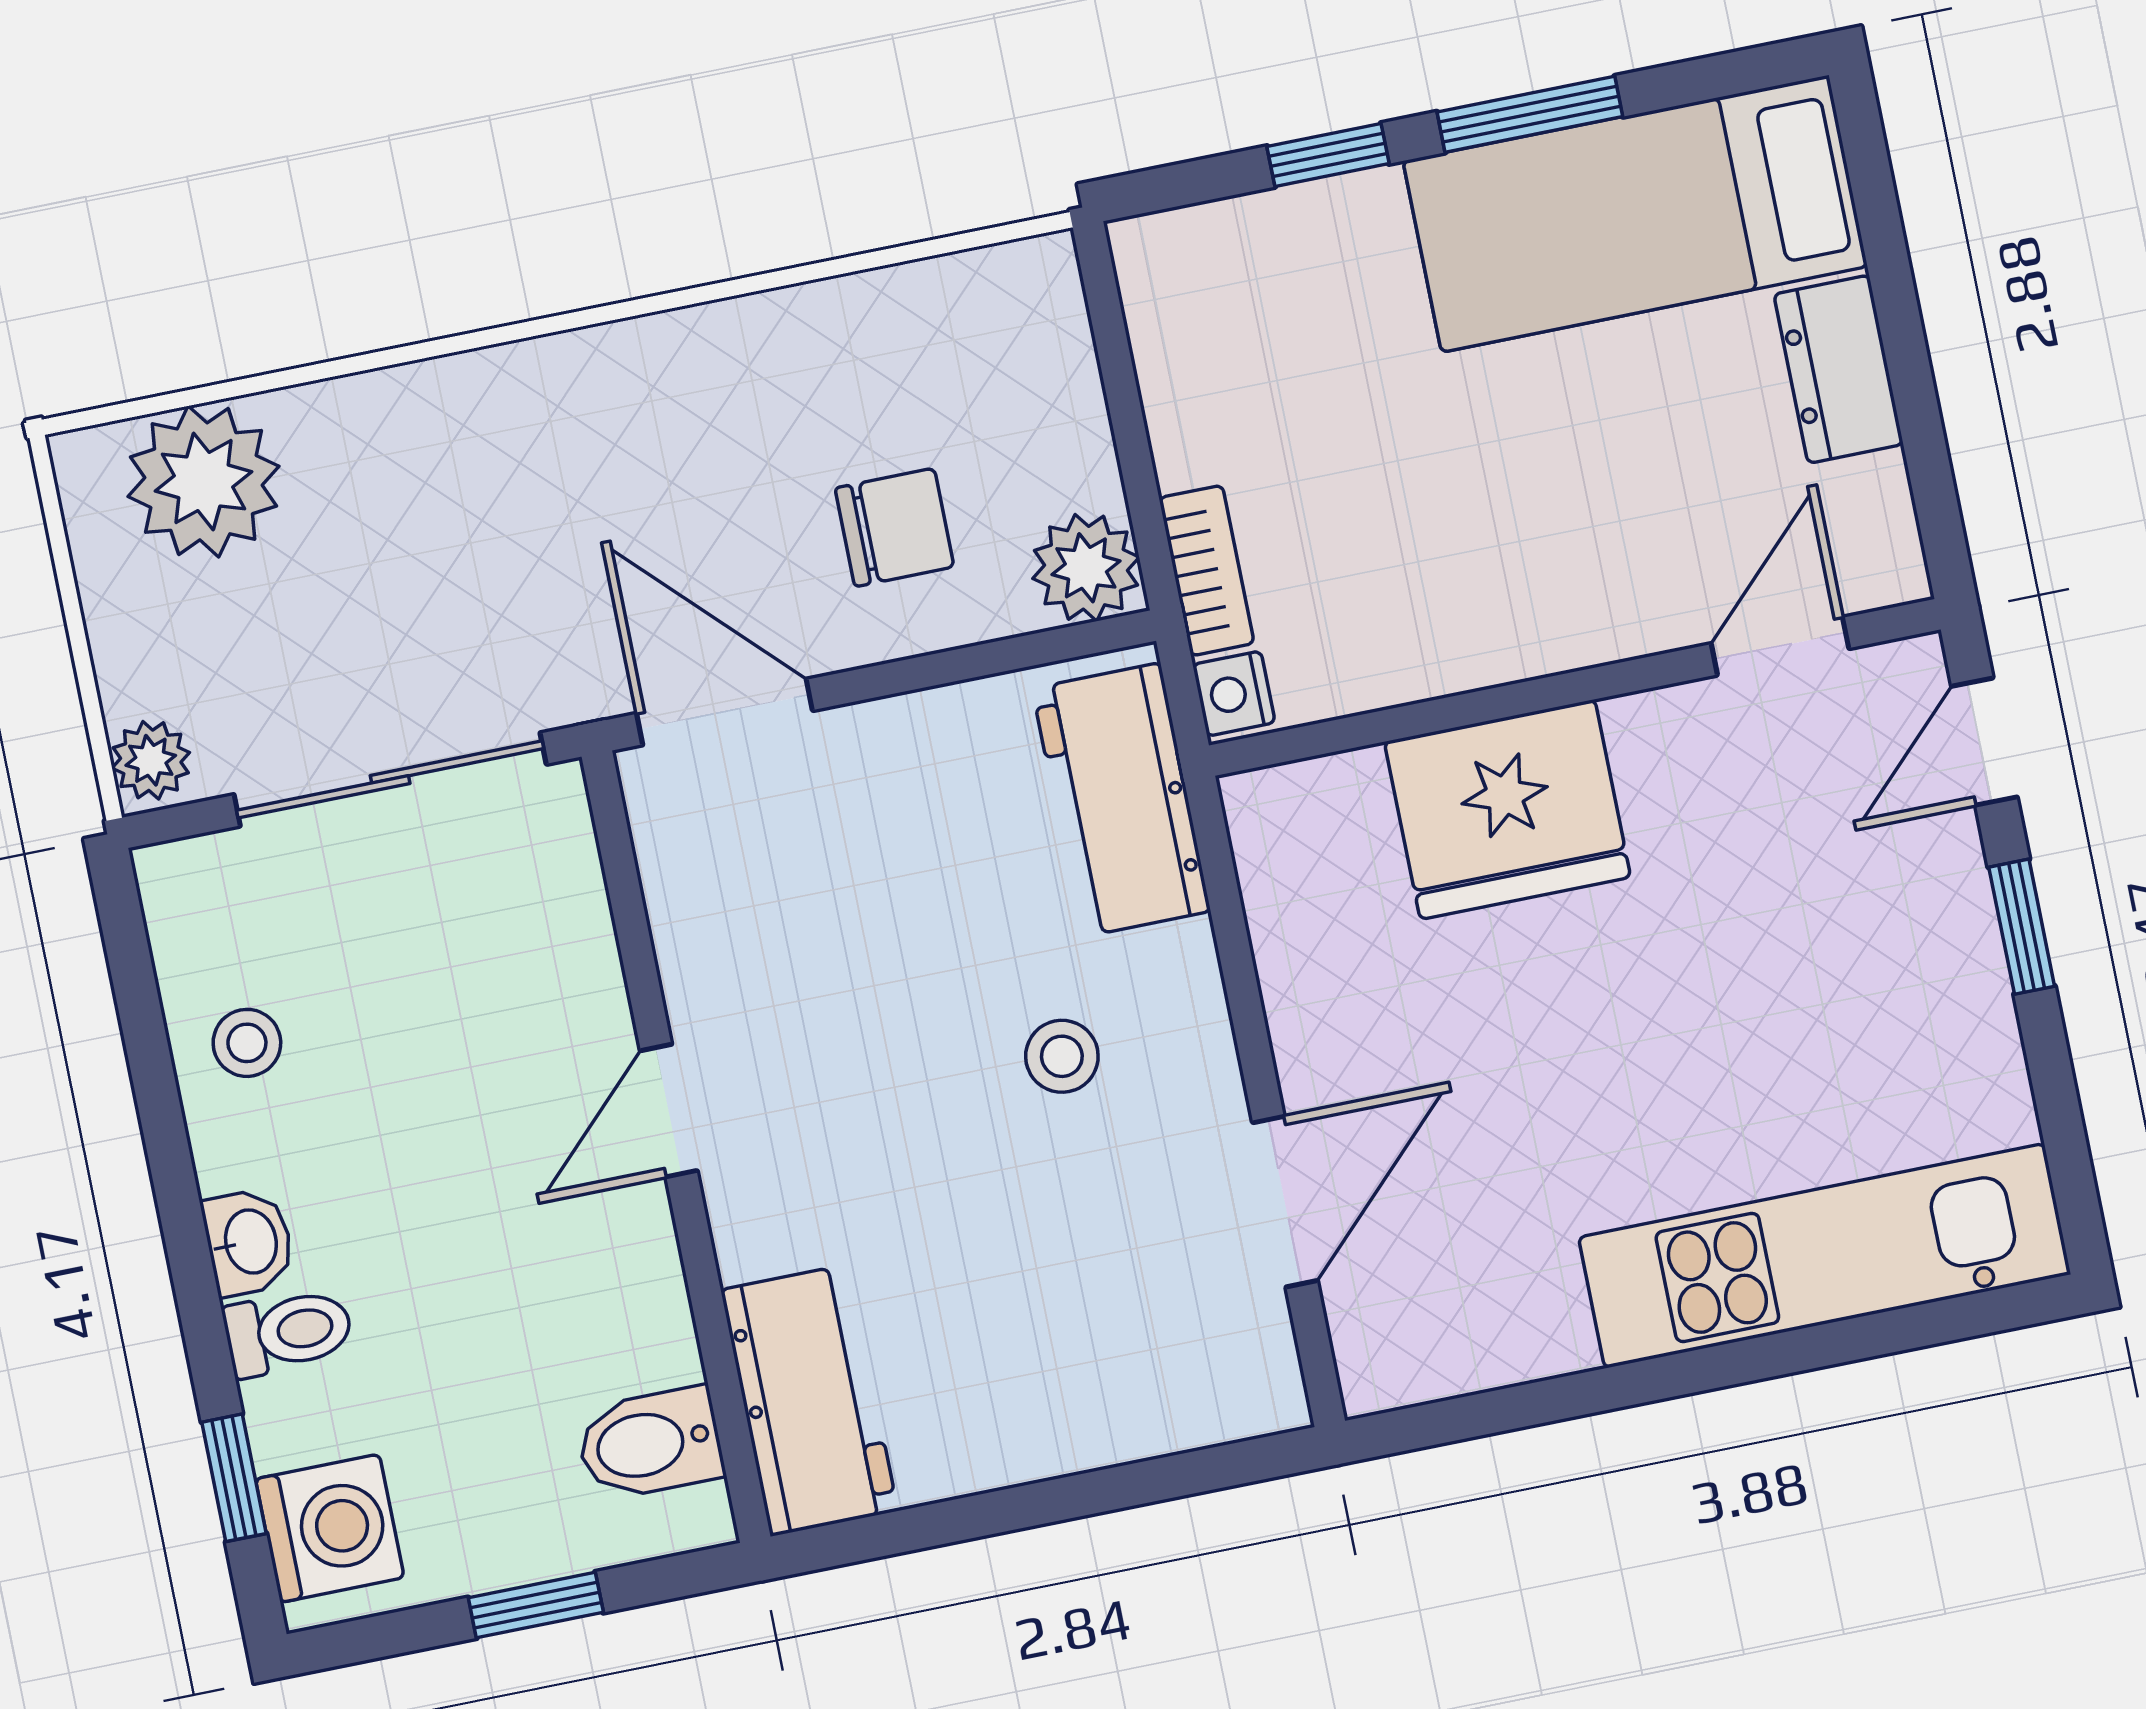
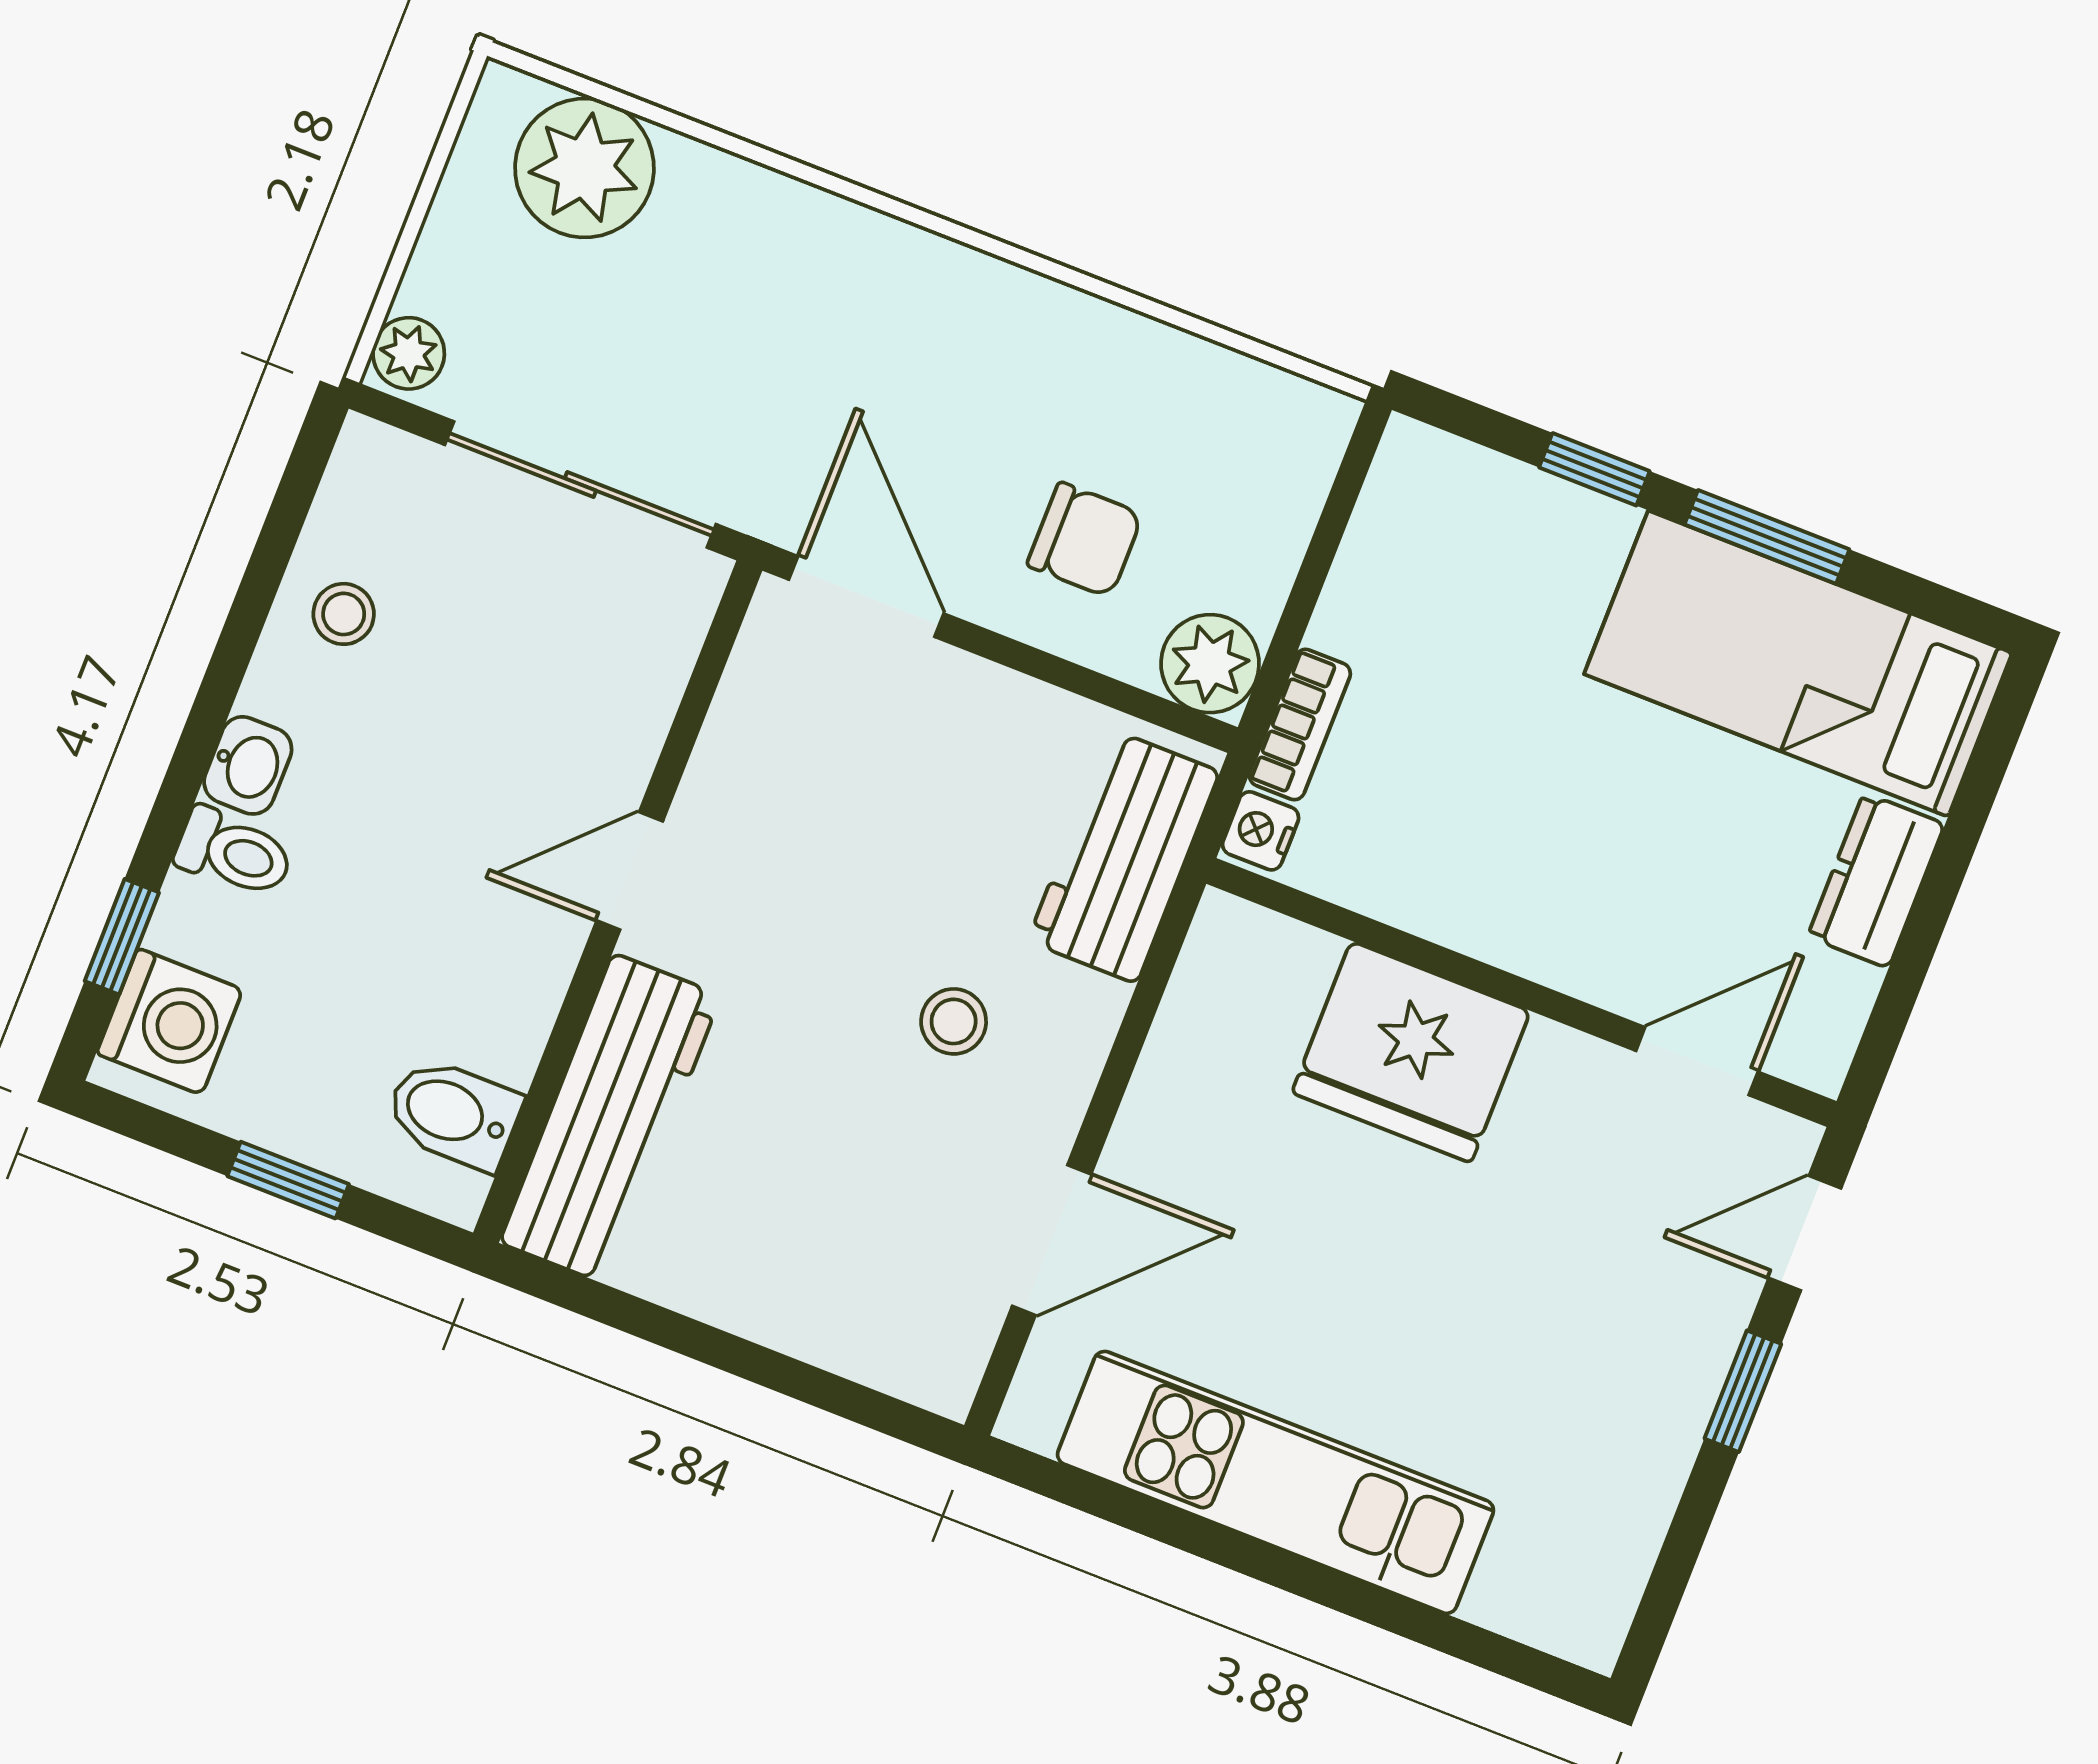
kitchen unit: (1825, 1256) -> (1276, 1482), moved
workbench: (809, 1400) -> (610, 1119), width x1.38

